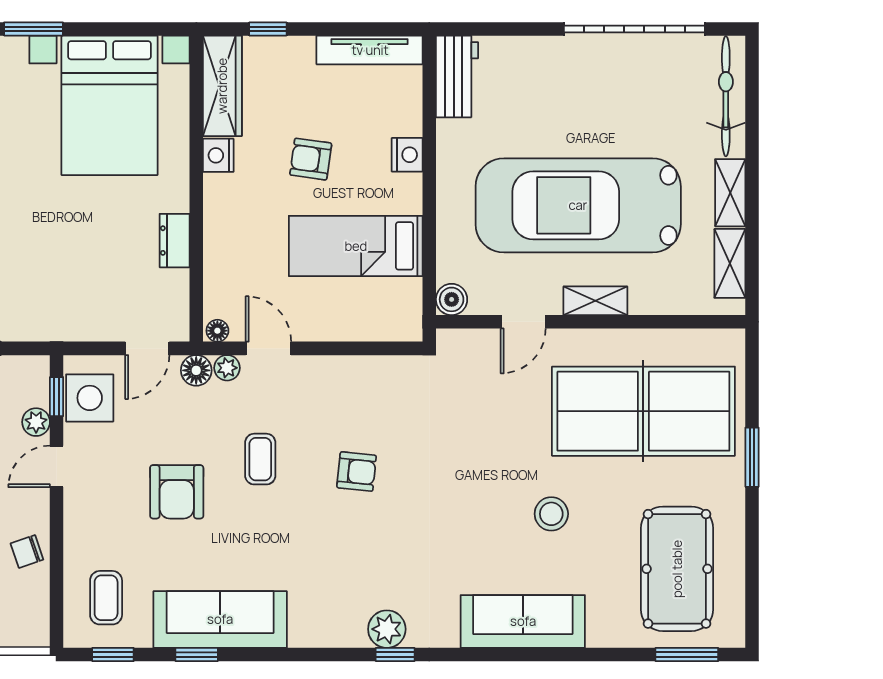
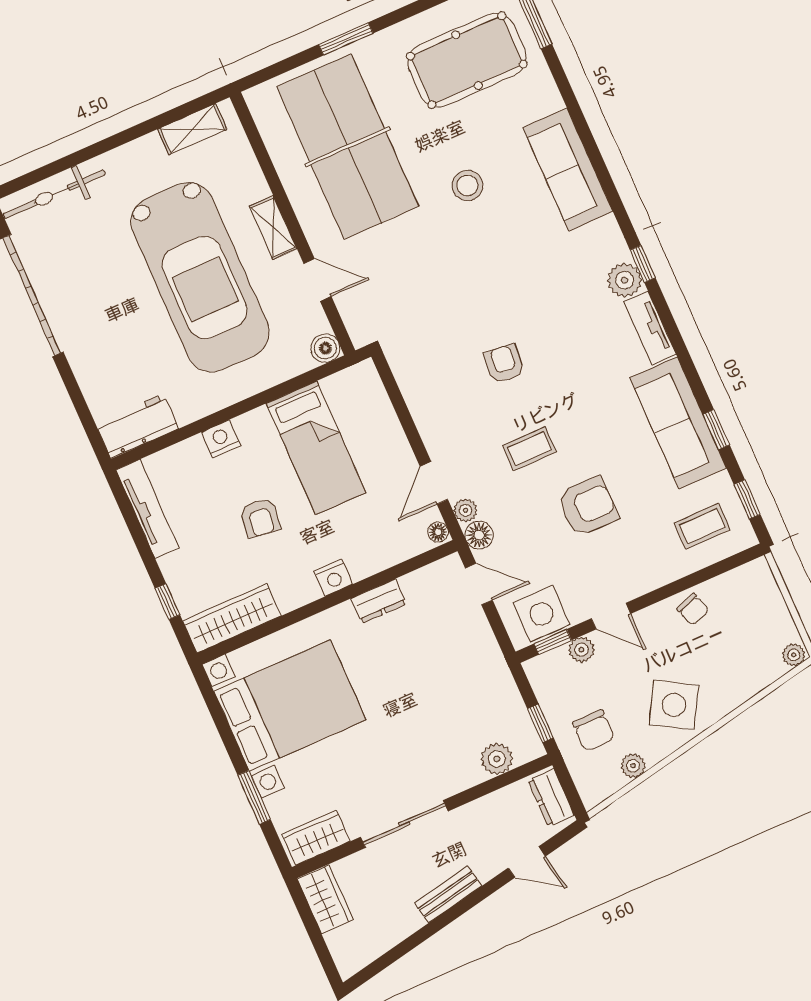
nightstand: (218, 155) -> (333, 578), moved
shelving: (730, 193) -> (133, 155), removed
tv unit: (327, 633) -> (650, 328), added

